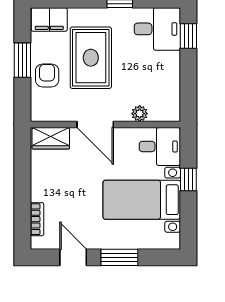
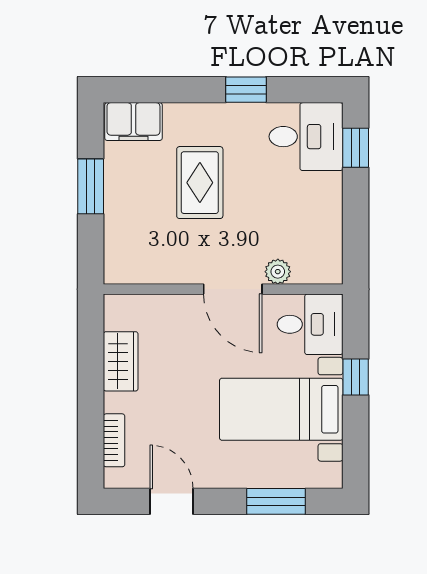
rug: (91, 58) -> (200, 183), width x0.73, depth x0.70
armchair: (47, 75) -> (130, 211), removed
door: (95, 125) -> (233, 289), moved
wardrobe: (51, 138) -> (121, 361), moved, turned -90
window: (119, 257) -> (276, 501), moved

